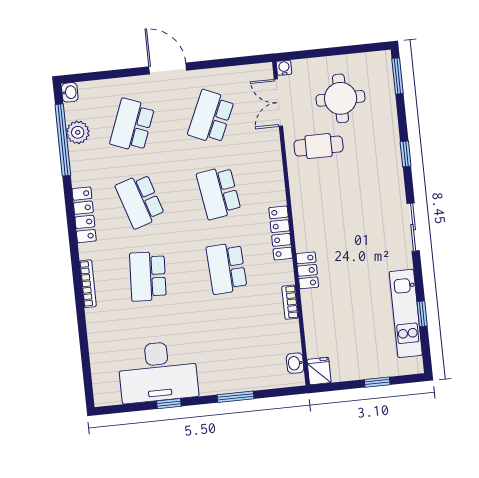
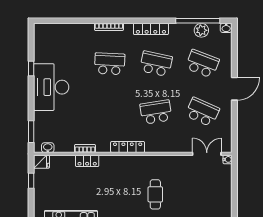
round table: (341, 98) -> (205, 192), removed
cafe table: (319, 146) -> (155, 194), moved
school desk: (140, 201) -> (156, 64), turned 30
school desk: (227, 268) -> (110, 112), removed
locker: (307, 270) -> (87, 161), moved
desk: (158, 372) -> (51, 87), moved
window: (377, 382) -> (31, 181), moved
window: (235, 397) -> (31, 132), moved

